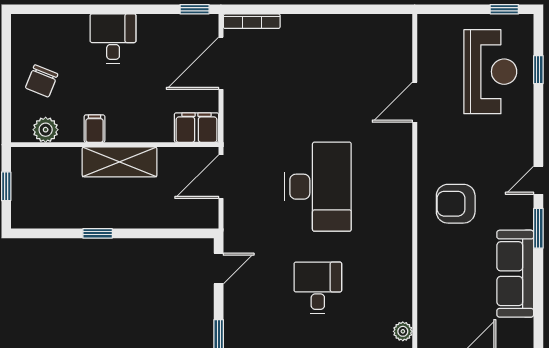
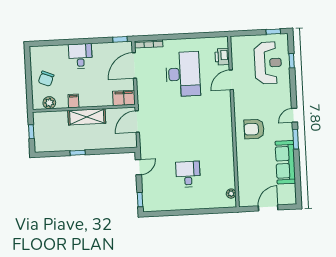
printer: (399, 54) -> (222, 57), added
desk: (318, 187) -> (183, 74), moved

